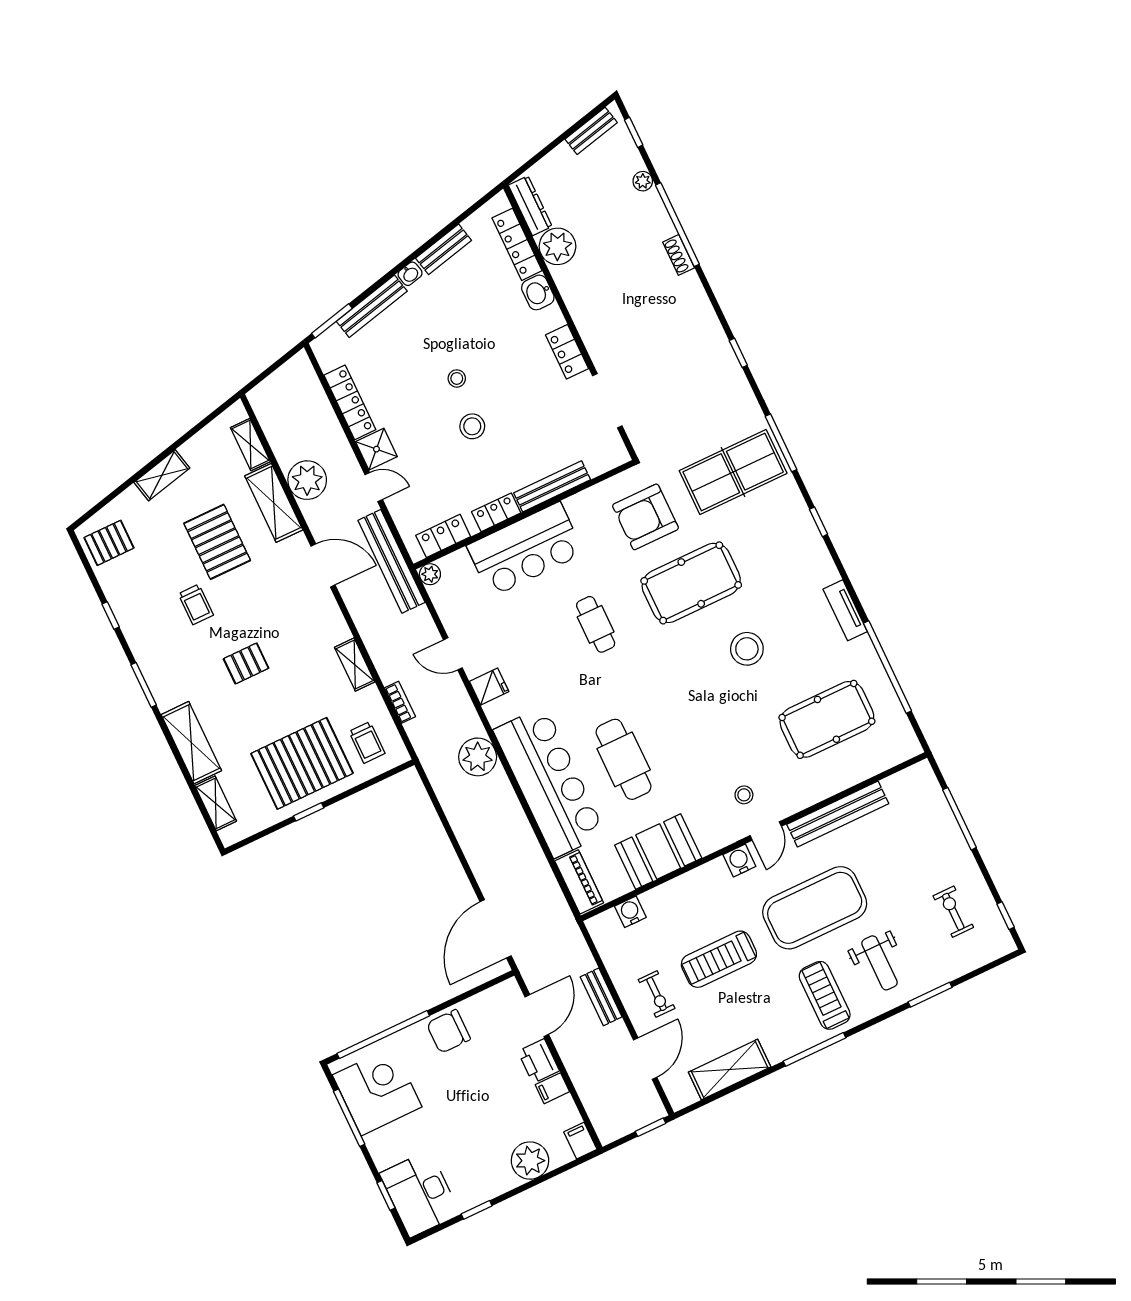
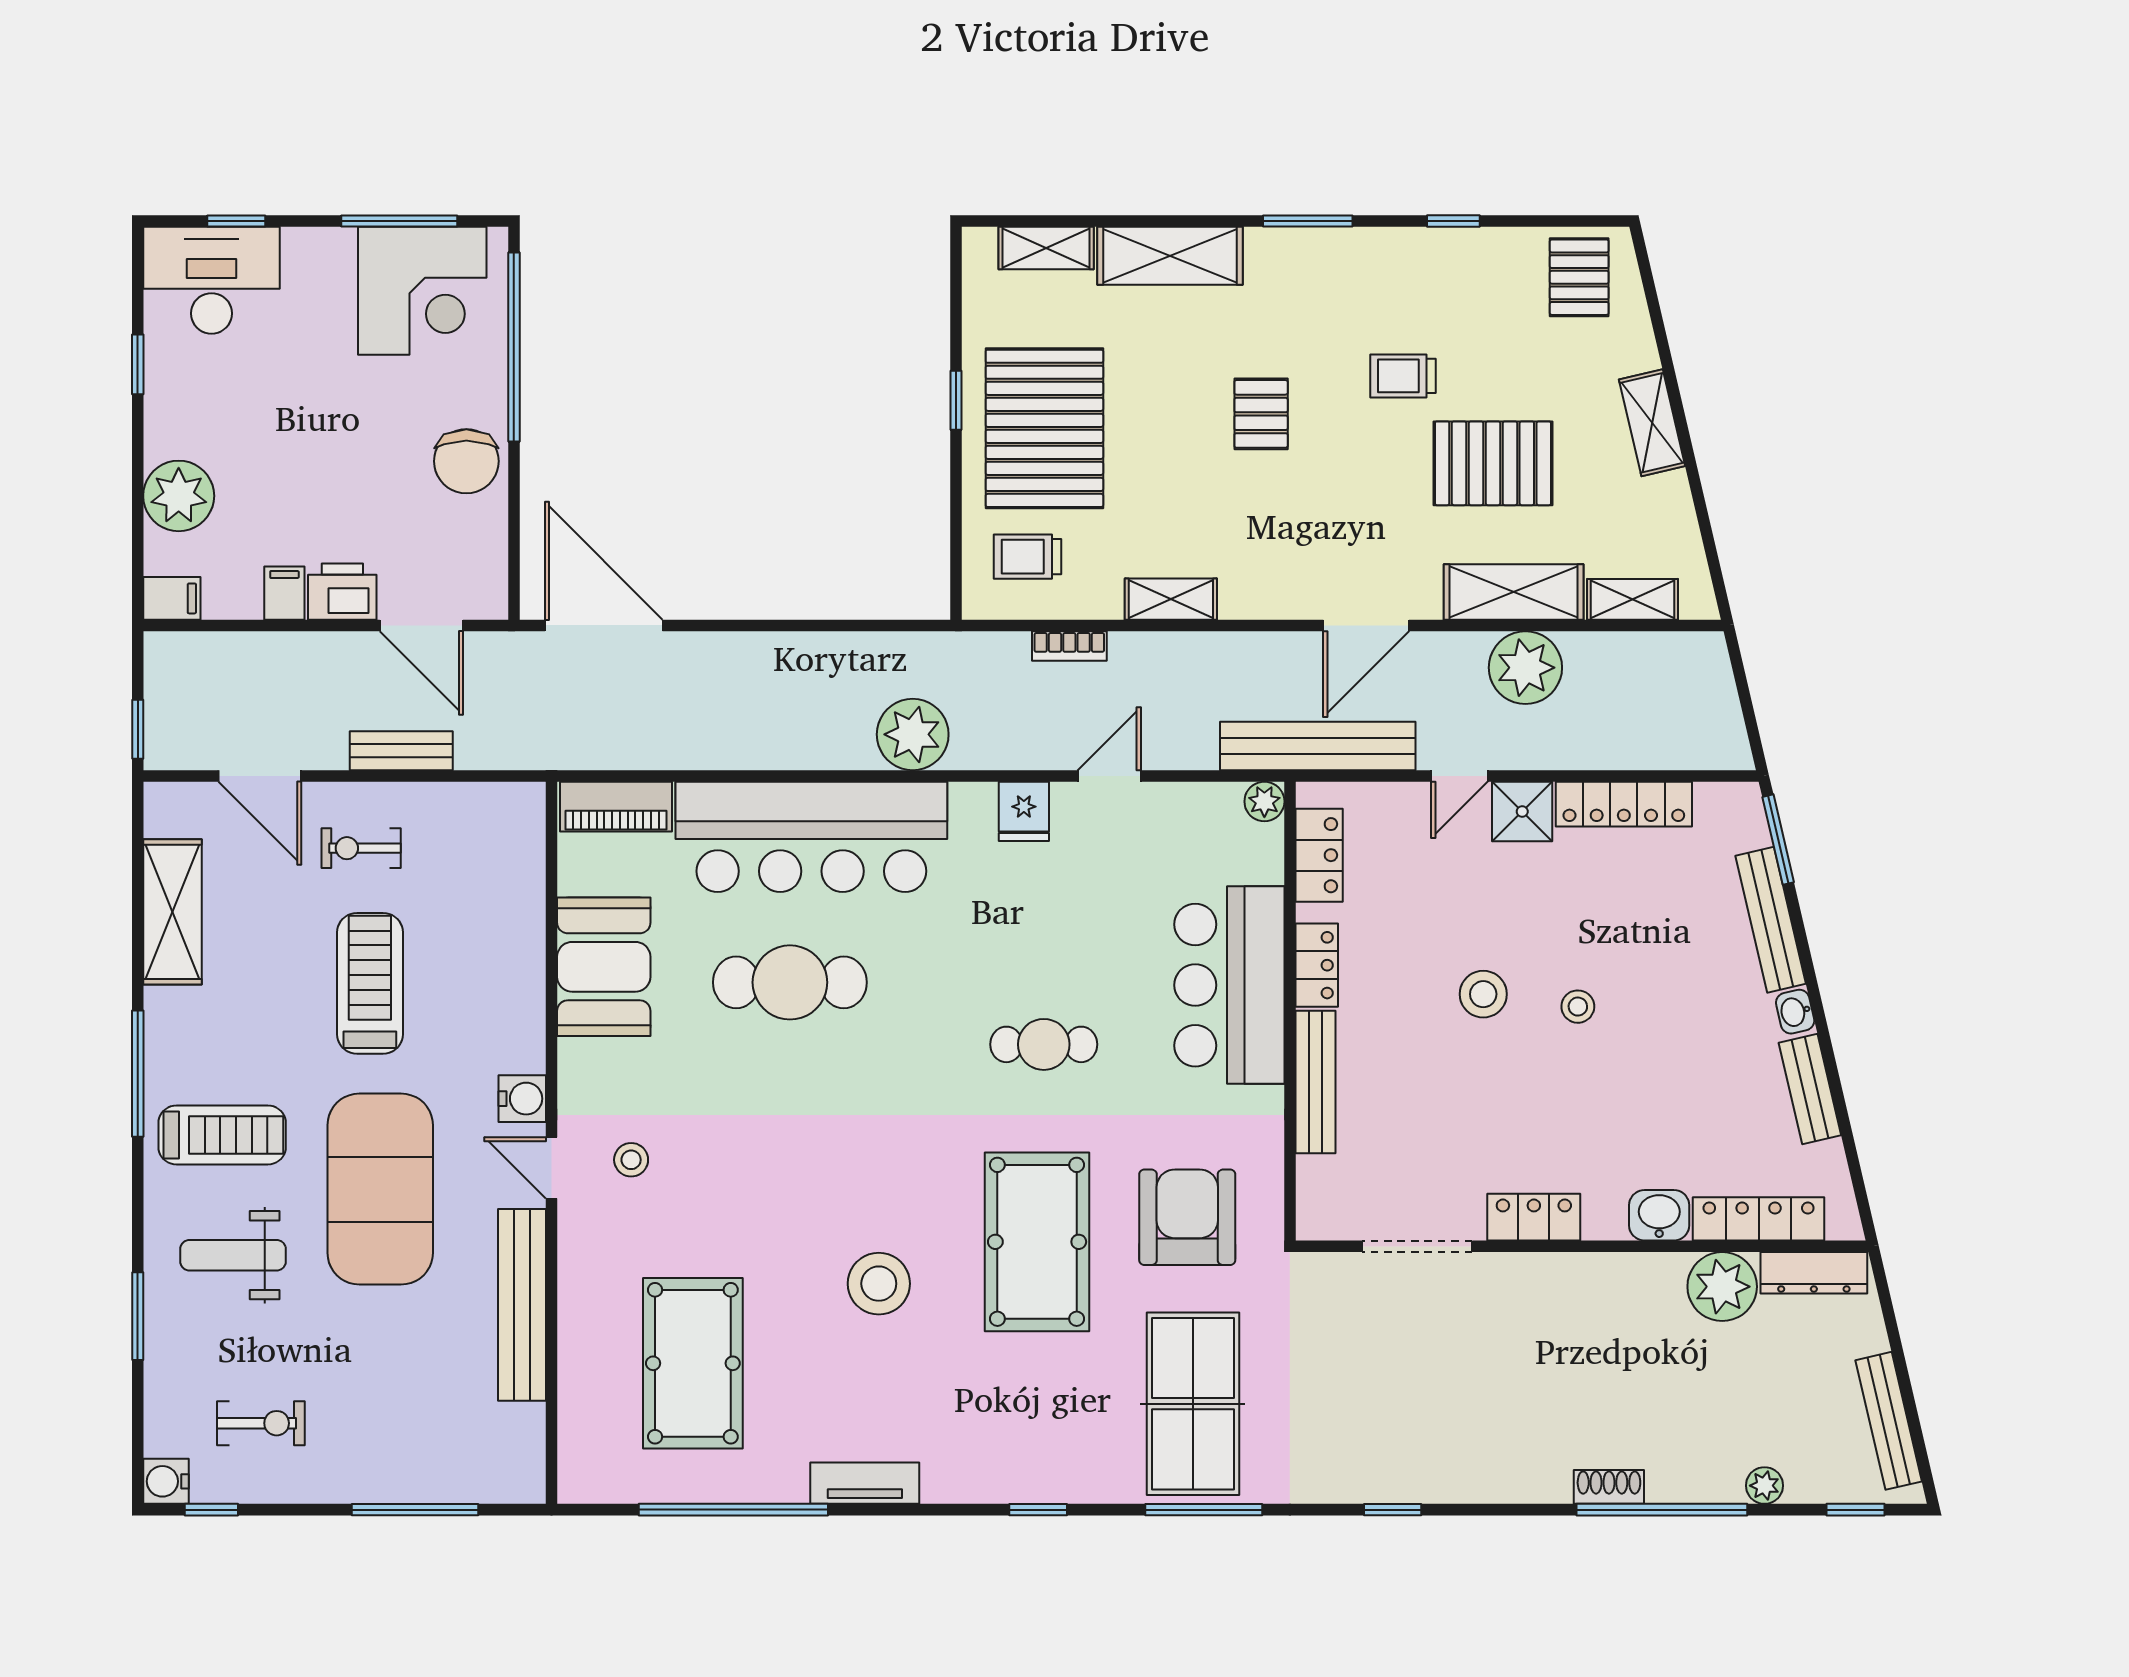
bench: (591, 131) -> (1889, 1421), width x1.36
water cooler: (630, 912) -> (166, 1481), moved, turned 180
chair: (448, 1031) -> (466, 461), turned 180

